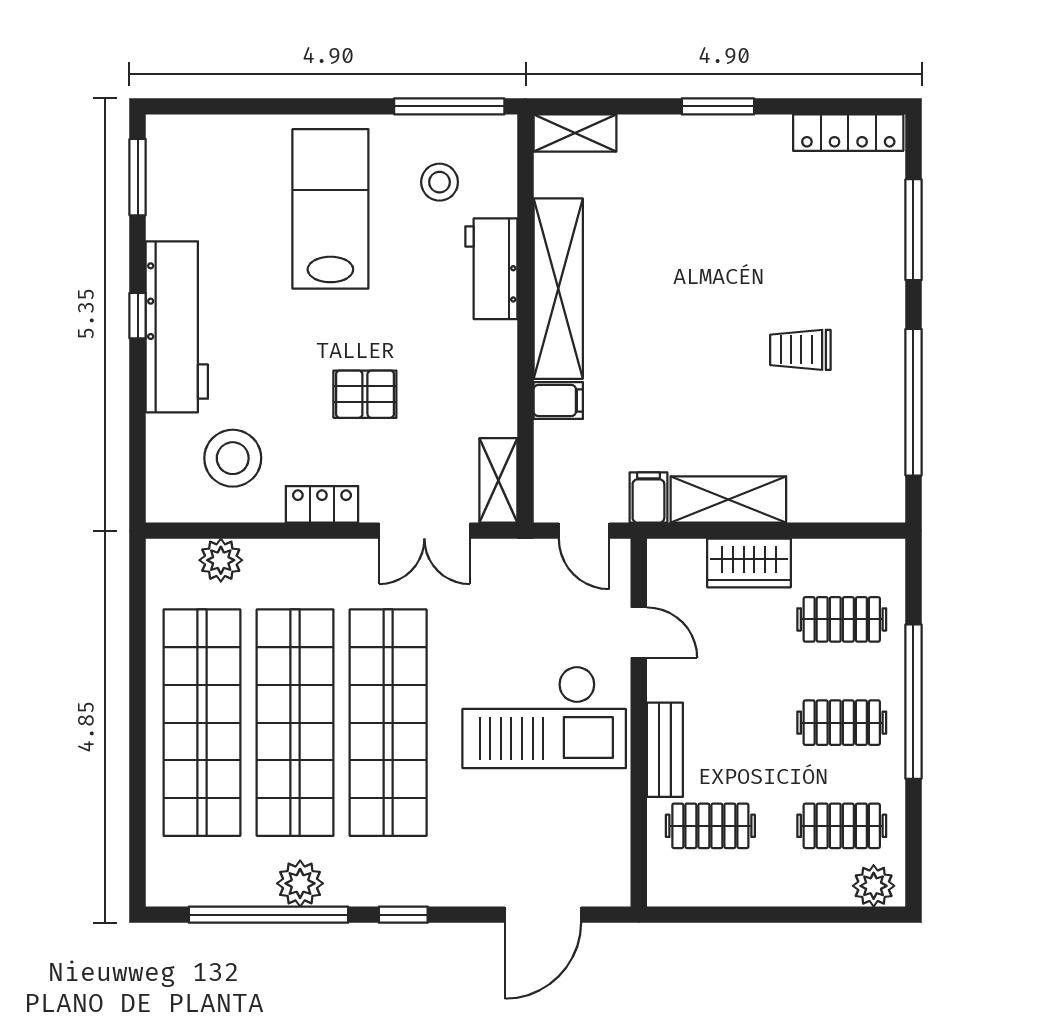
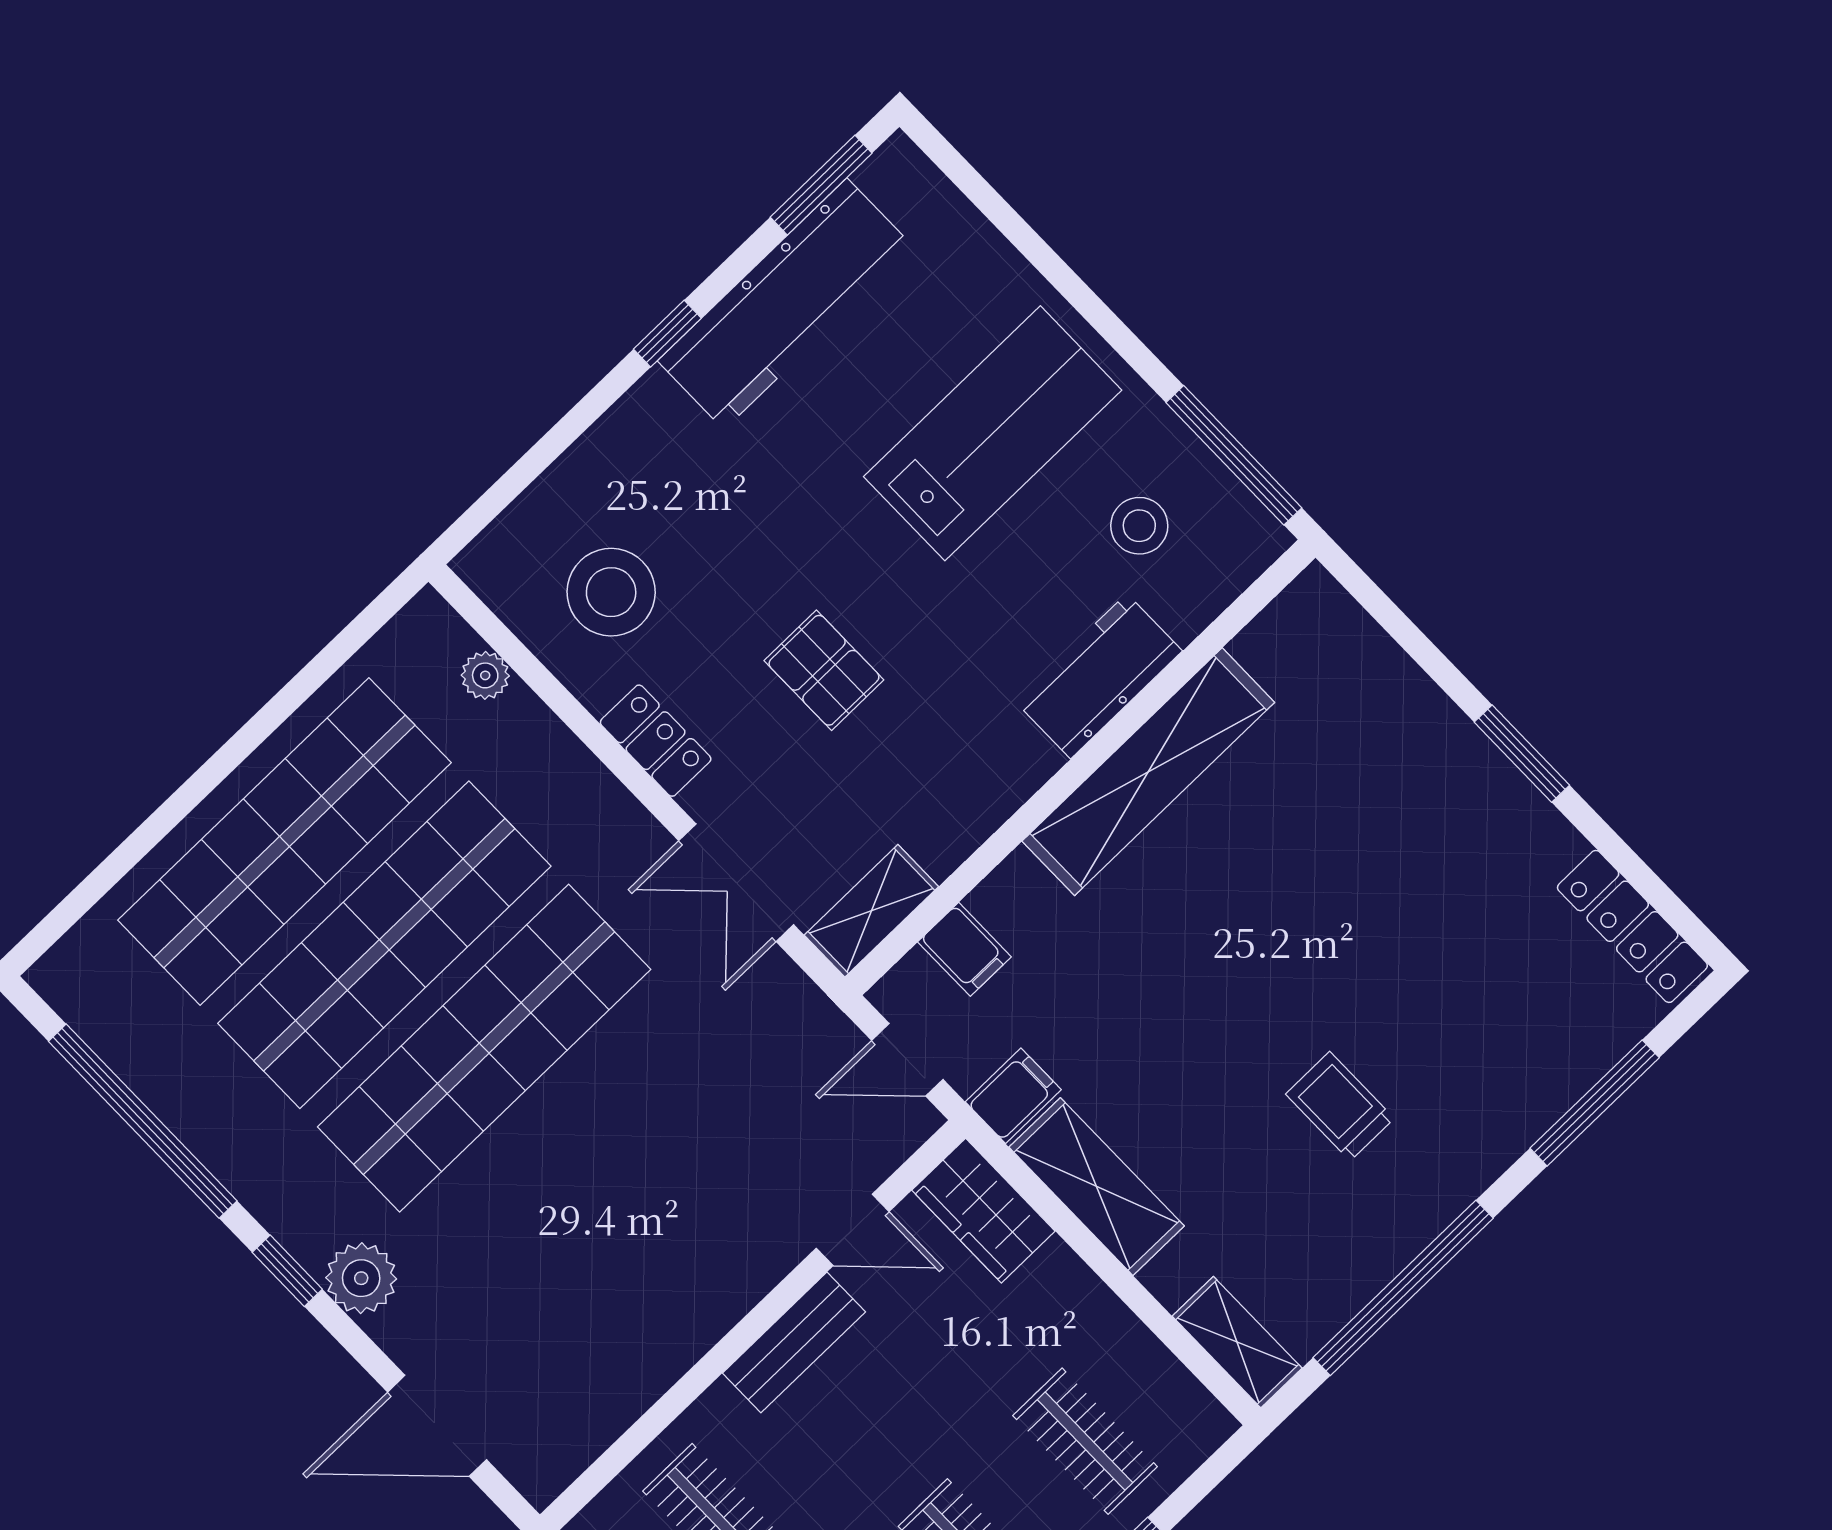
shelving: (575, 133) -> (1237, 1342), moved
workbench: (177, 327) -> (785, 304), moved
filing cabinet: (558, 400) -> (964, 949), moved
door: (584, 531) -> (907, 1060), hinge flipped
plant: (221, 560) -> (485, 675), width x0.73, depth x0.73
wardrobe: (749, 563) -> (983, 1211), moved
door: (639, 633) -> (853, 1230), hinge flipped
checkout: (544, 717) -> (658, 1215), removed
bench: (665, 750) -> (794, 1342), moved
plant: (300, 883) -> (361, 1278), moved

